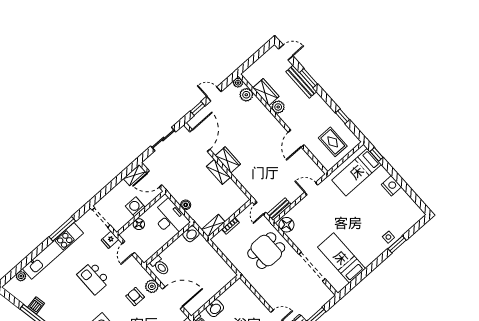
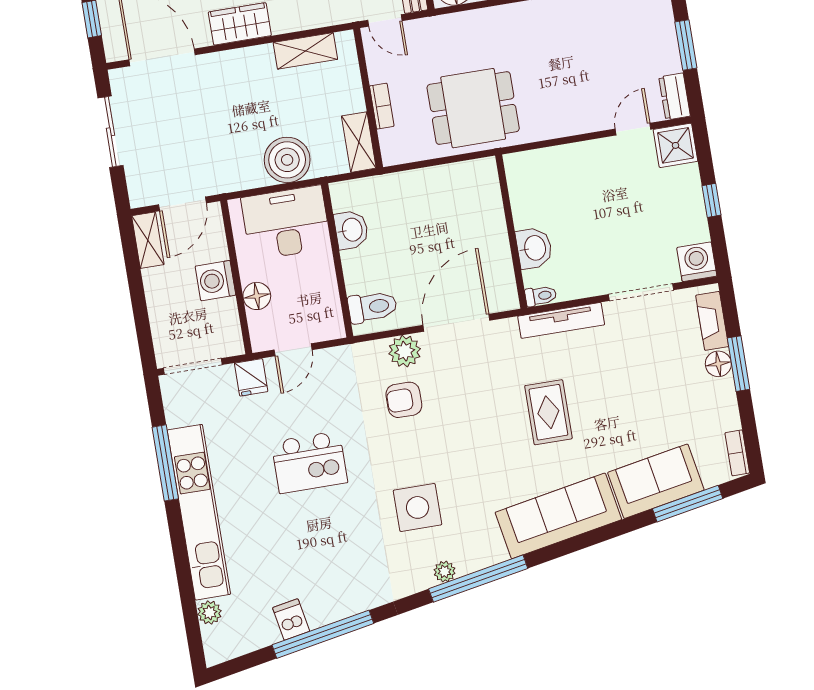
shelving: (218, 172) -> (305, 51), moved
boiler: (186, 205) -> (287, 160), width x1.86, depth x1.86
washbasin: (191, 234) -> (351, 230), moved
door: (128, 248) -> (293, 350), hinge flipped
dining table: (266, 251) -> (473, 108), moved, turned 90

